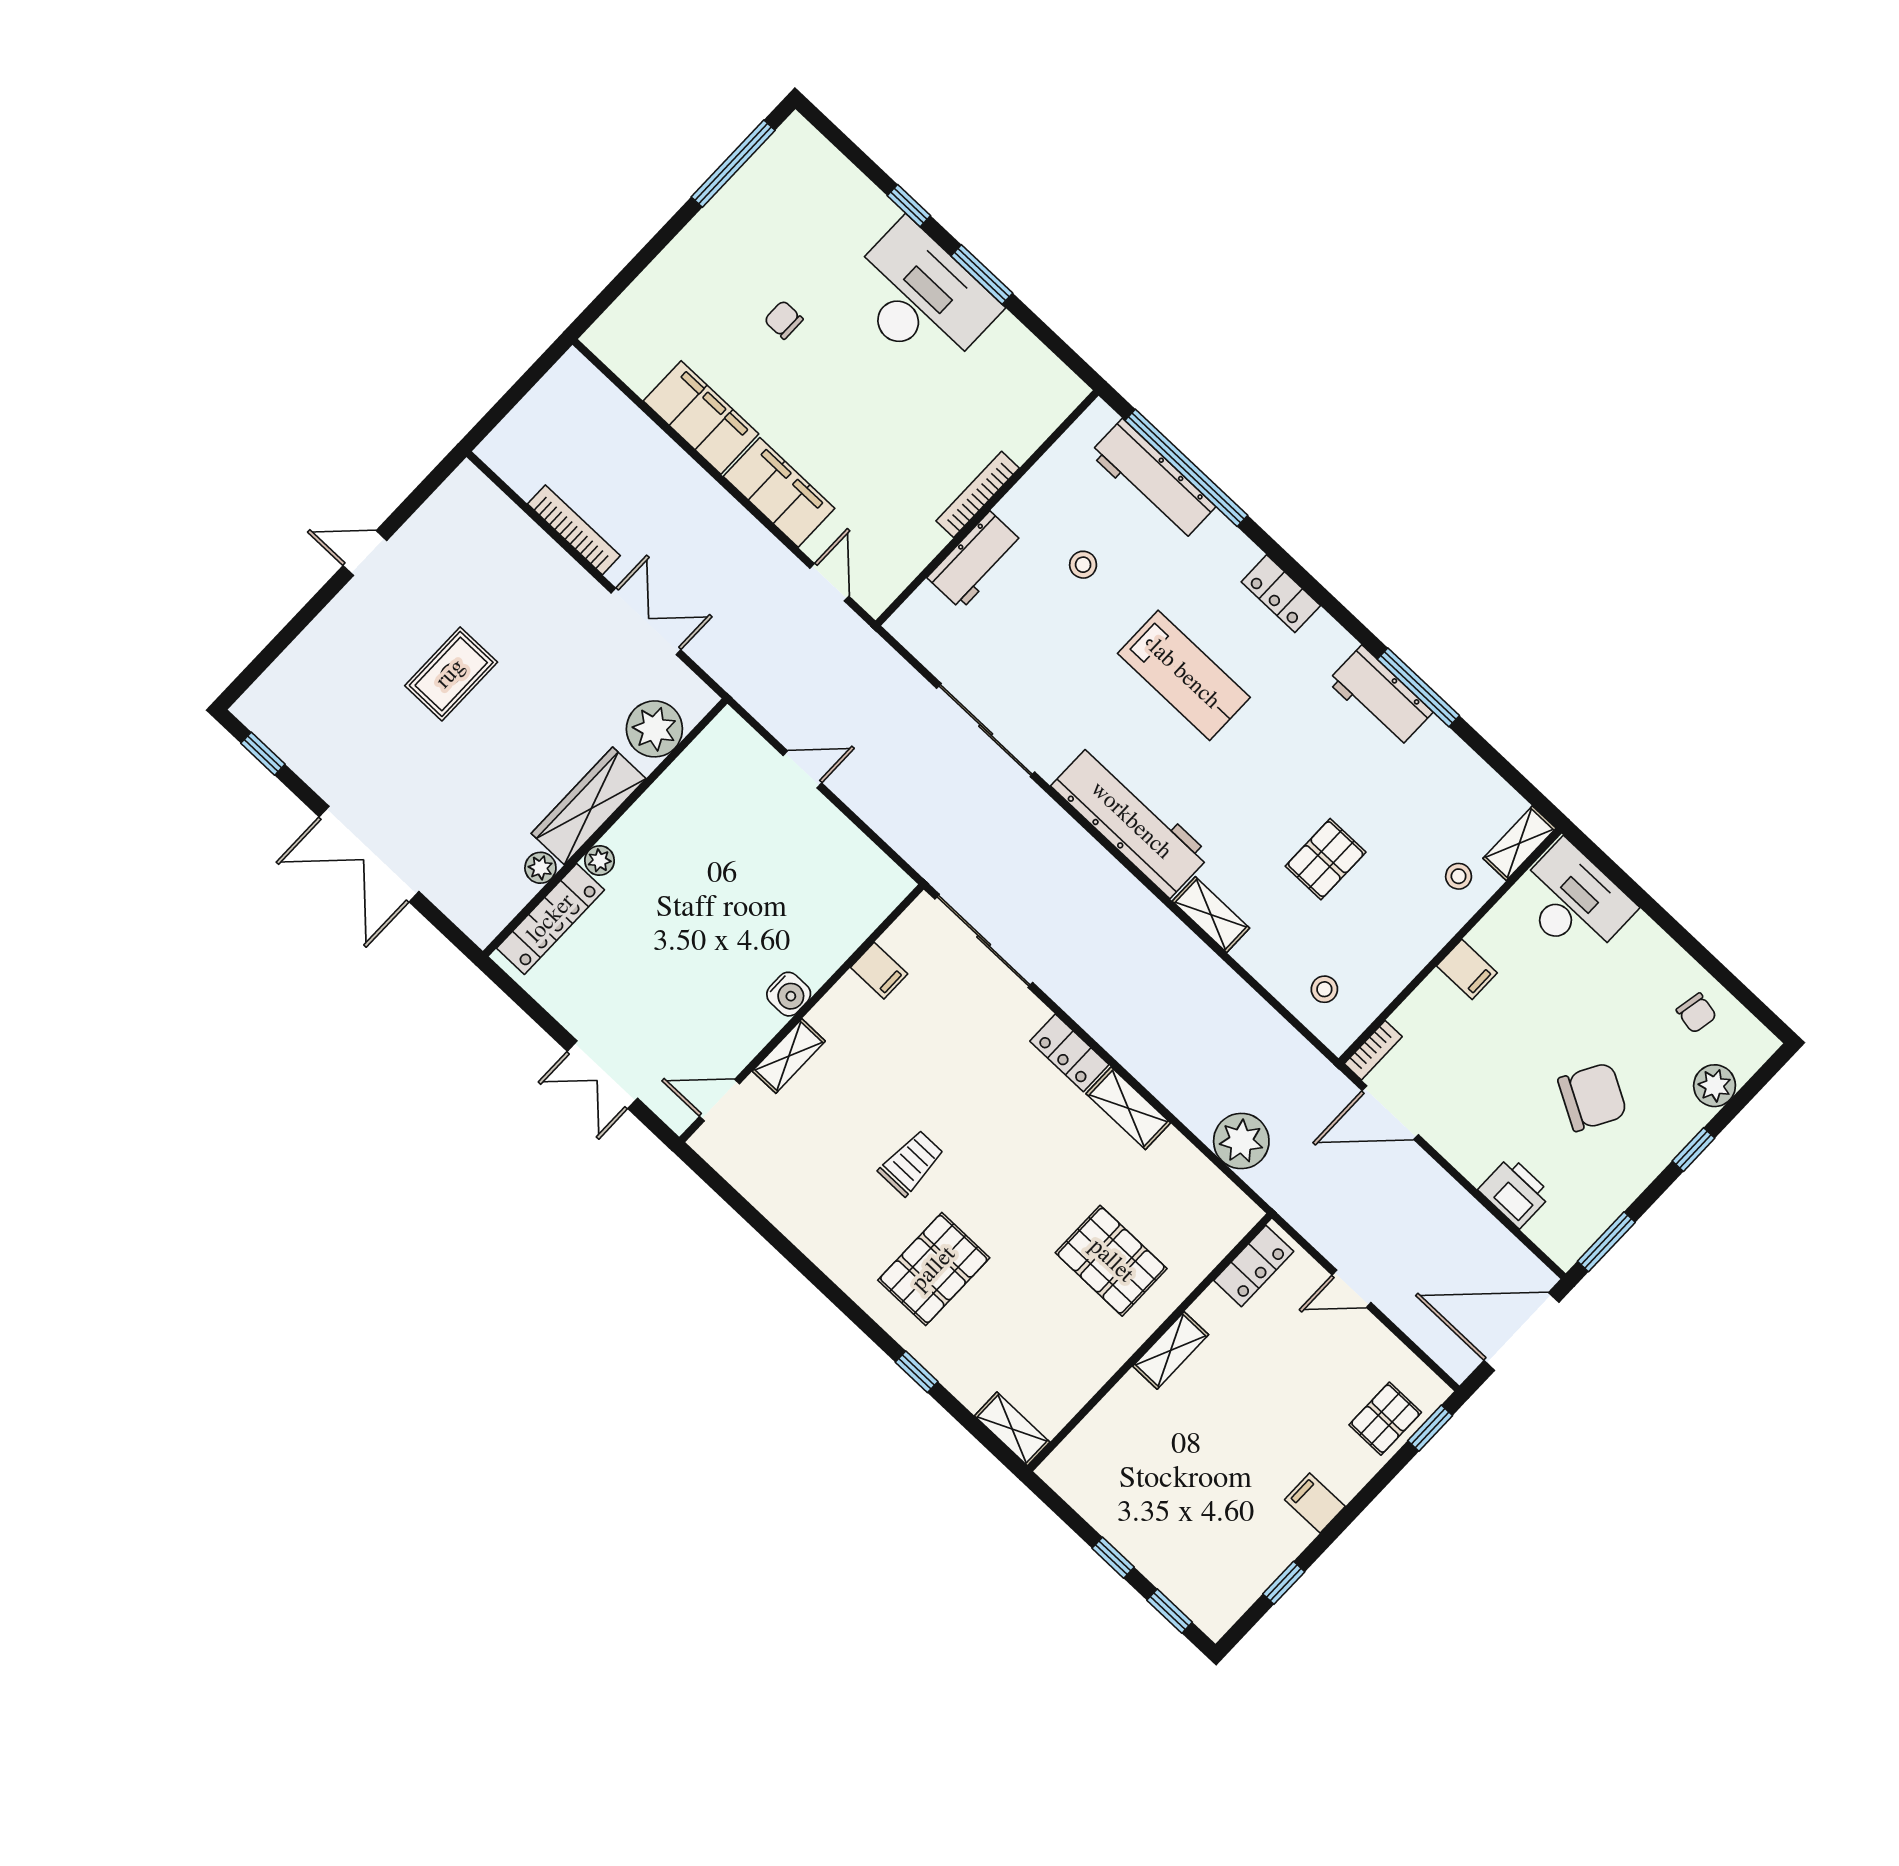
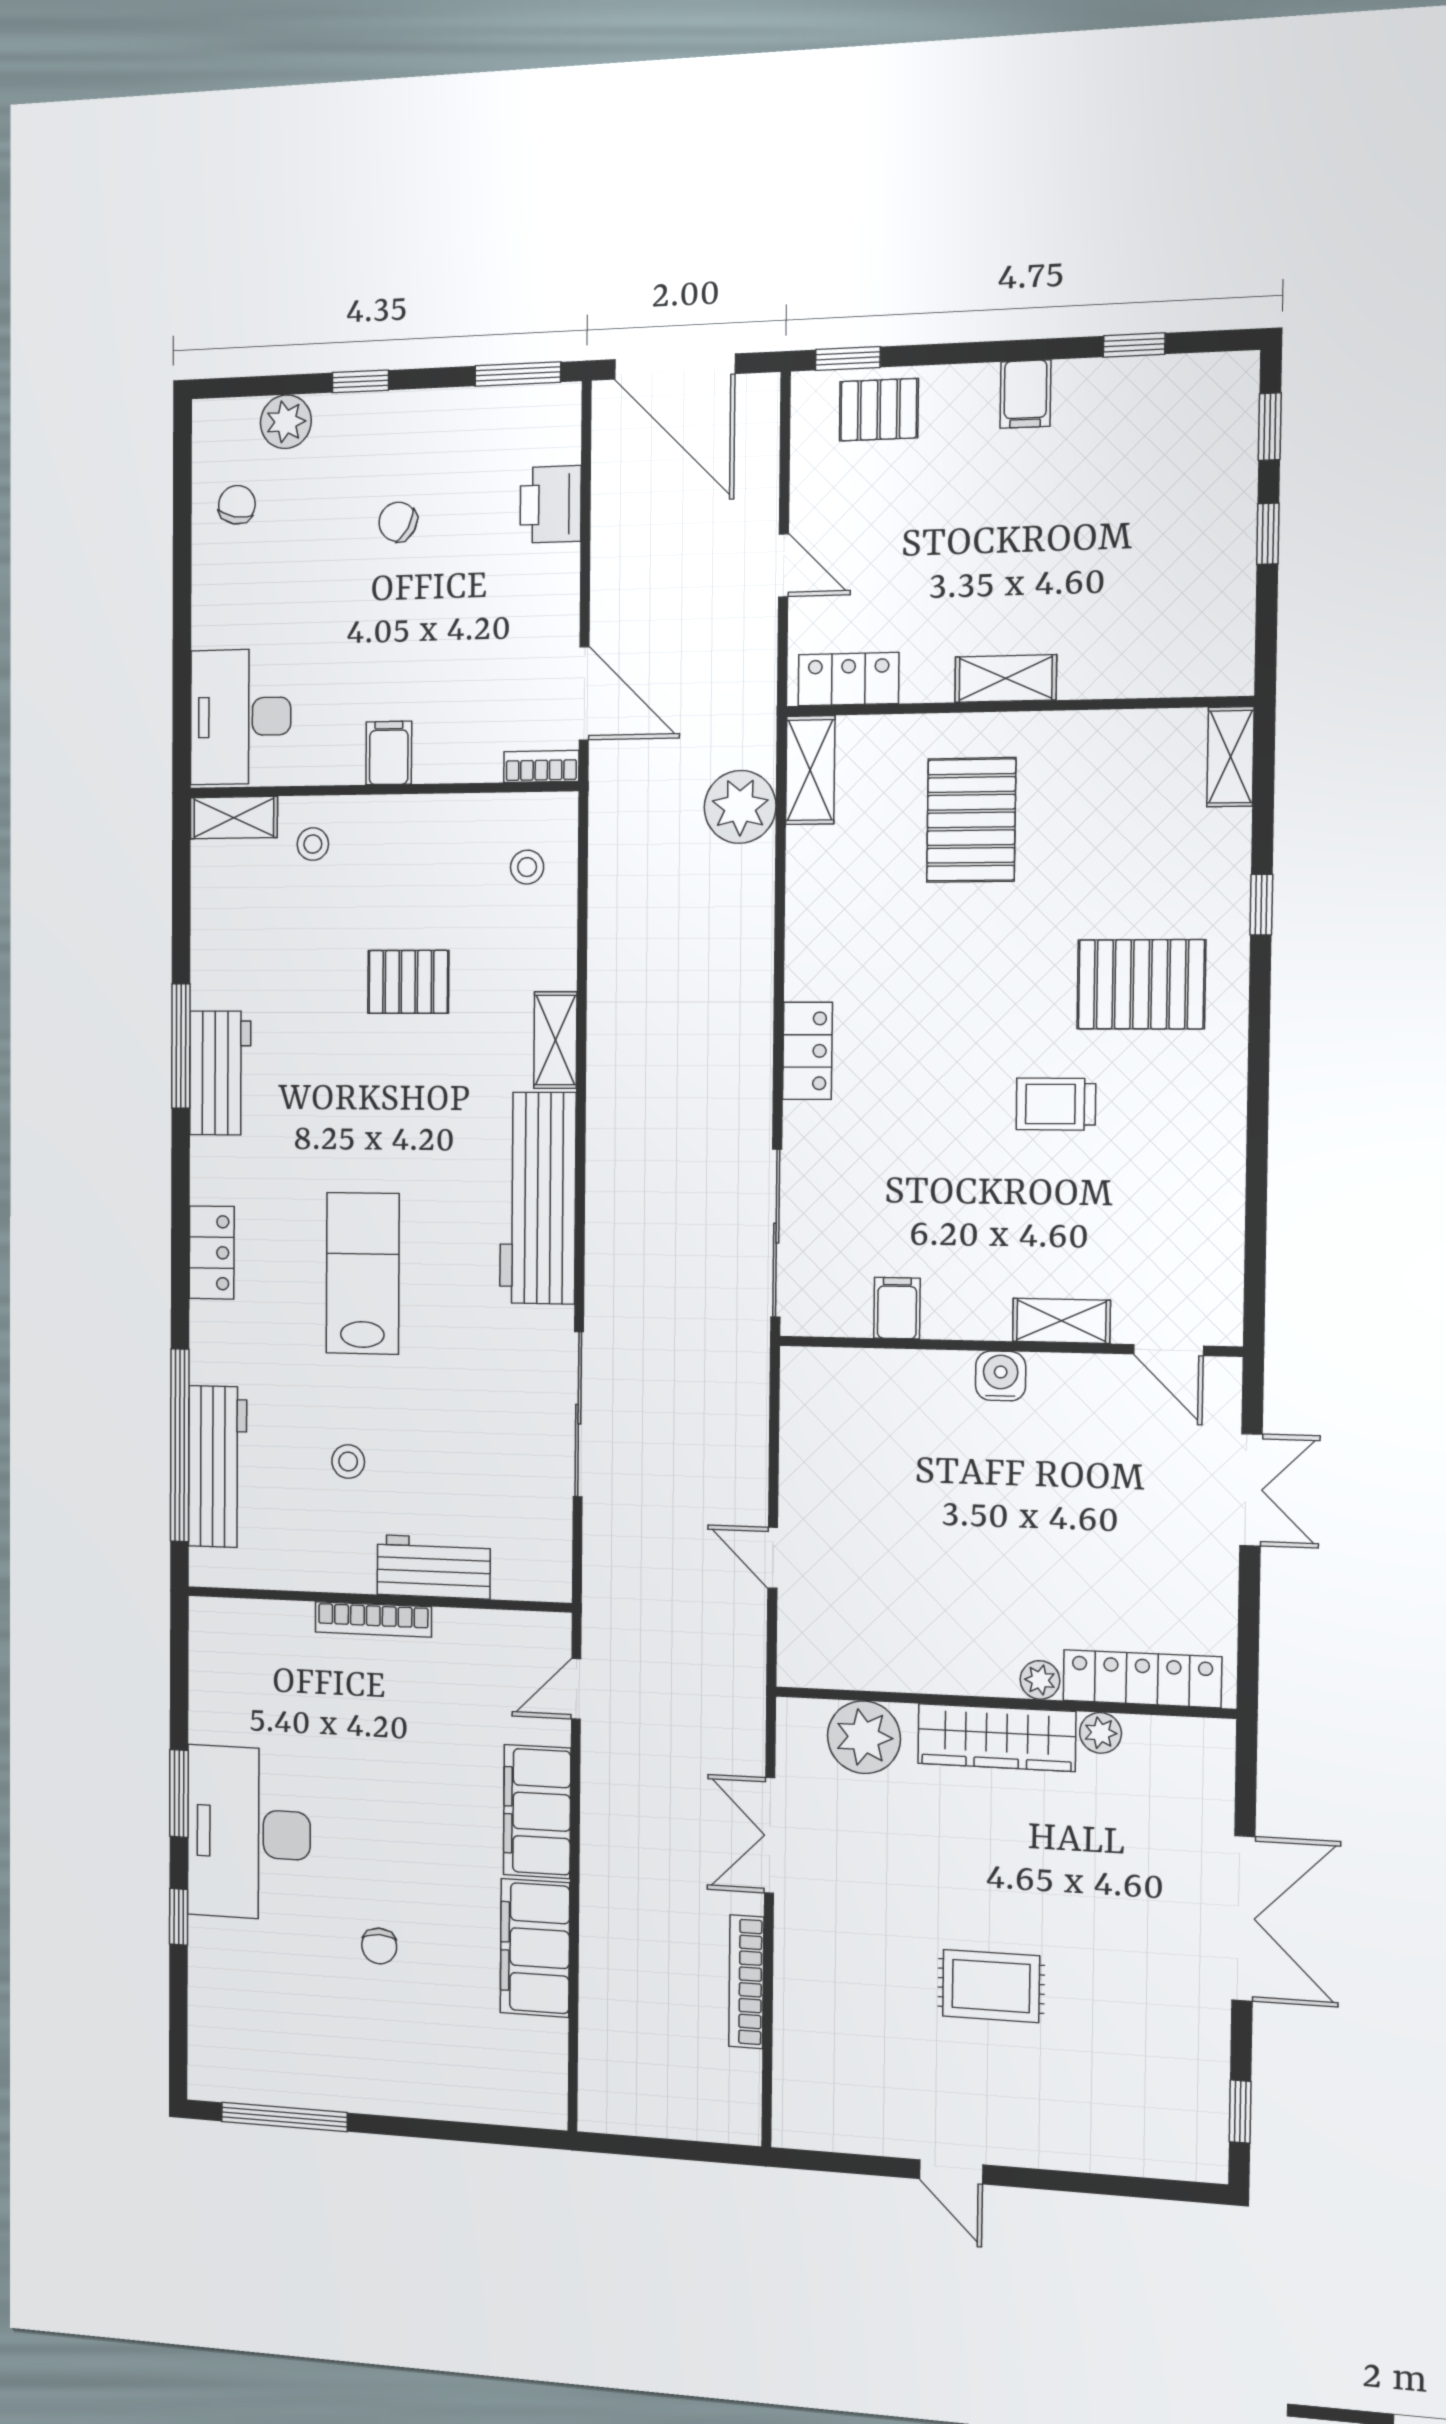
chair: (1592, 1097) -> (398, 522), width x0.54, depth x0.54
shelving: (1128, 1108) -> (810, 770), moved

